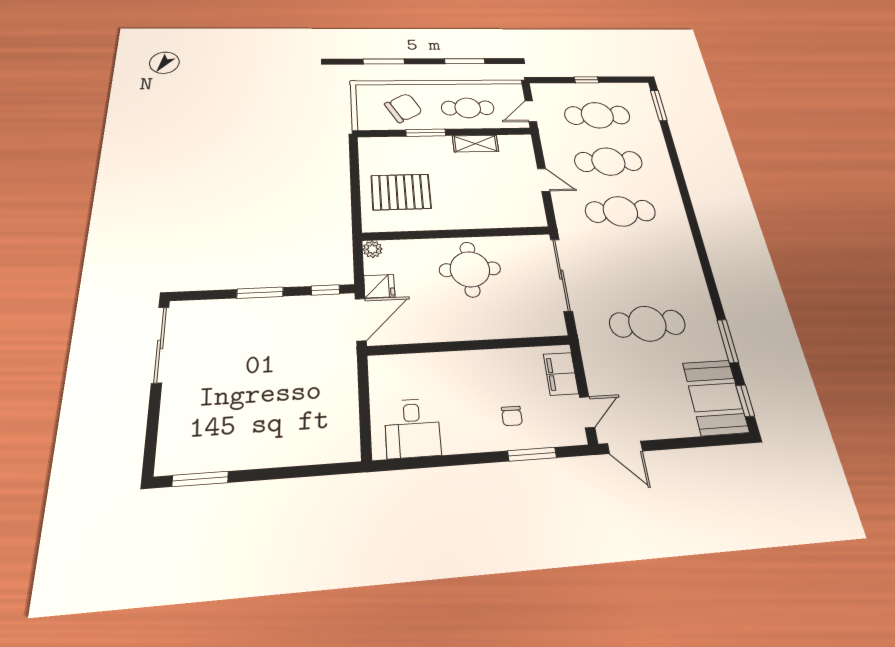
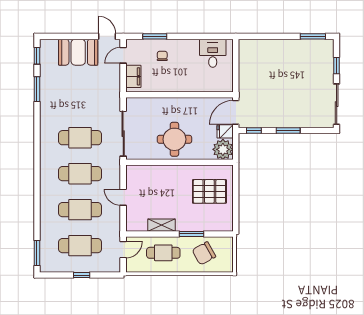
plant: (372, 249) -> (223, 149), width x1.87, depth x1.87
cafe table: (647, 324) -> (80, 138), moved
booth: (715, 397) -> (78, 52), moved, turned 90
window: (153, 420) -> (337, 66), added

